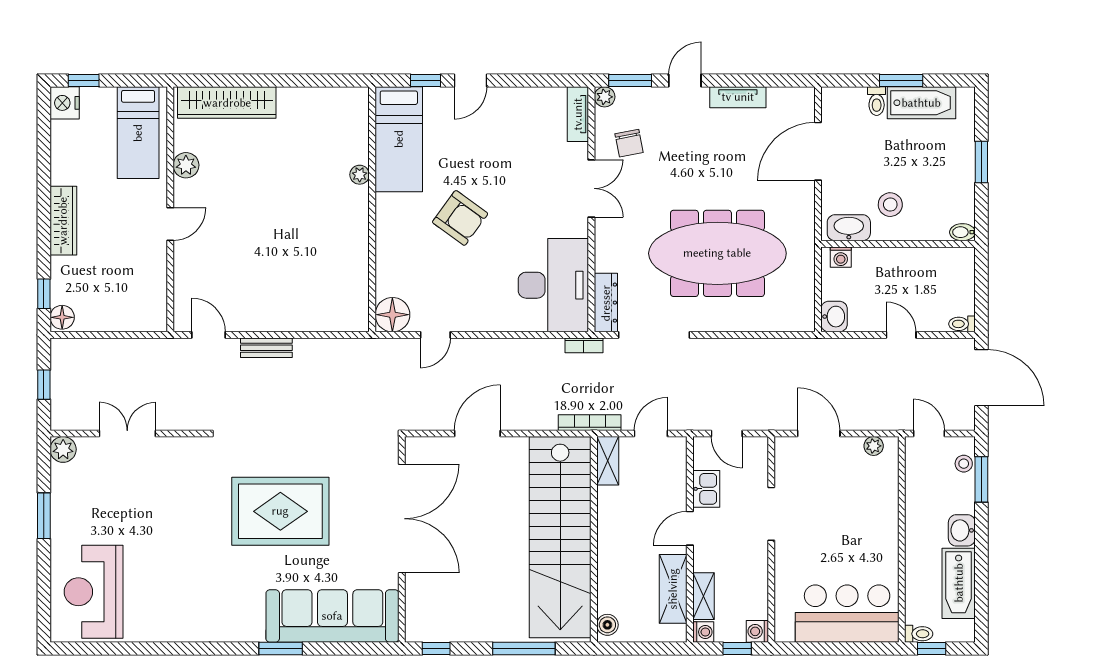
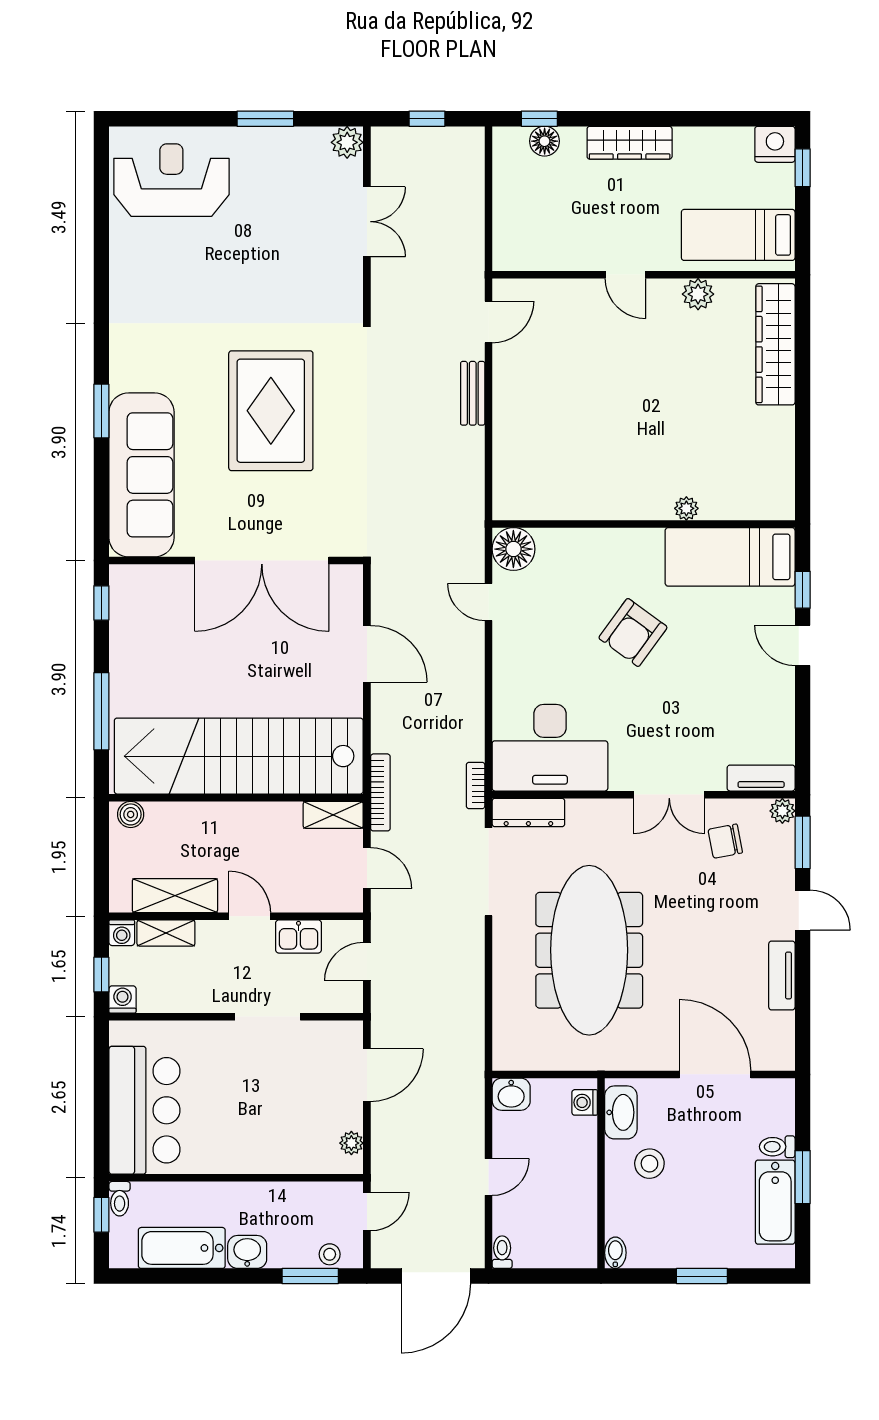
floor lamp: (62, 317) -> (545, 141), moved

